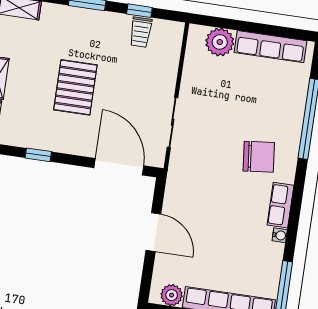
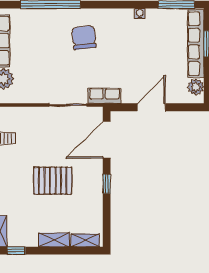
window: (38, 155) -> (107, 184), moved
row of seats: (280, 205) -> (104, 96), moved, turned 180

